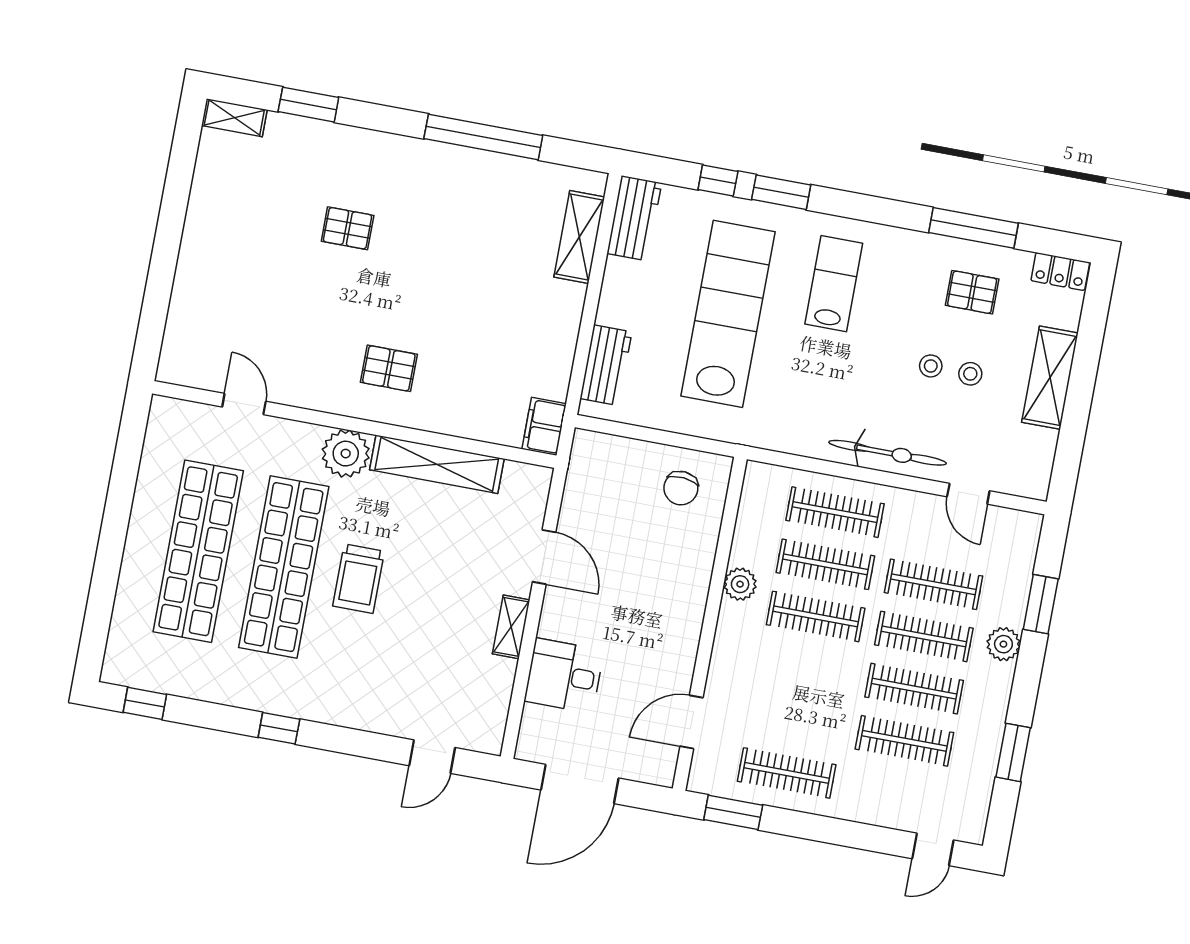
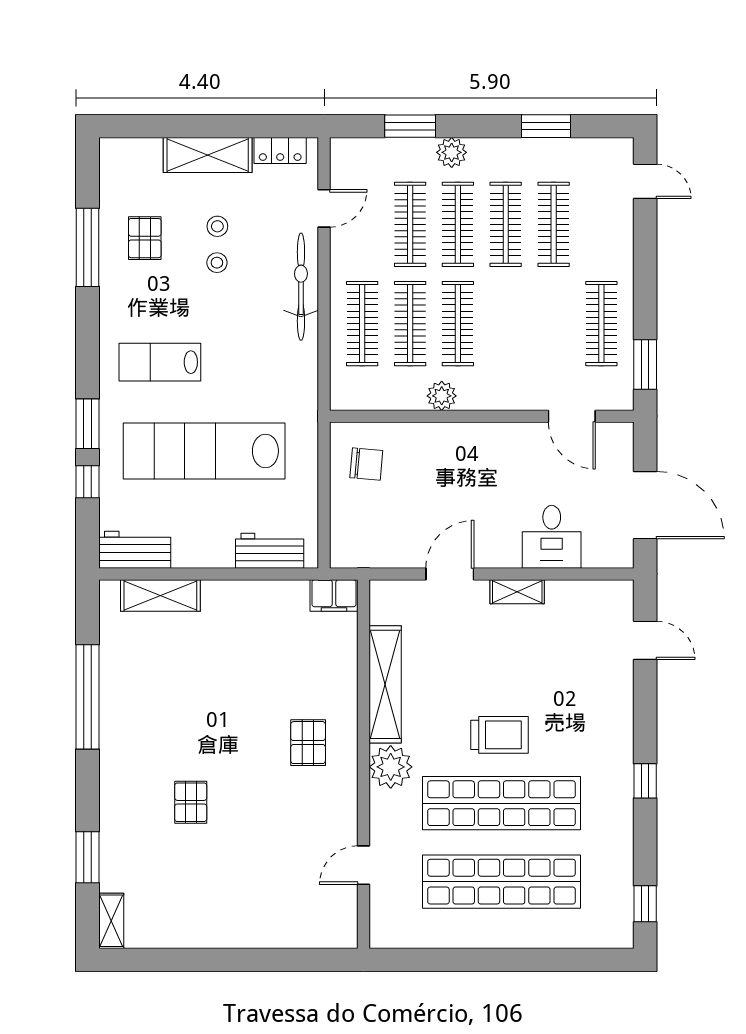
locker: (1060, 271) -> (280, 150), moved, turned 90

